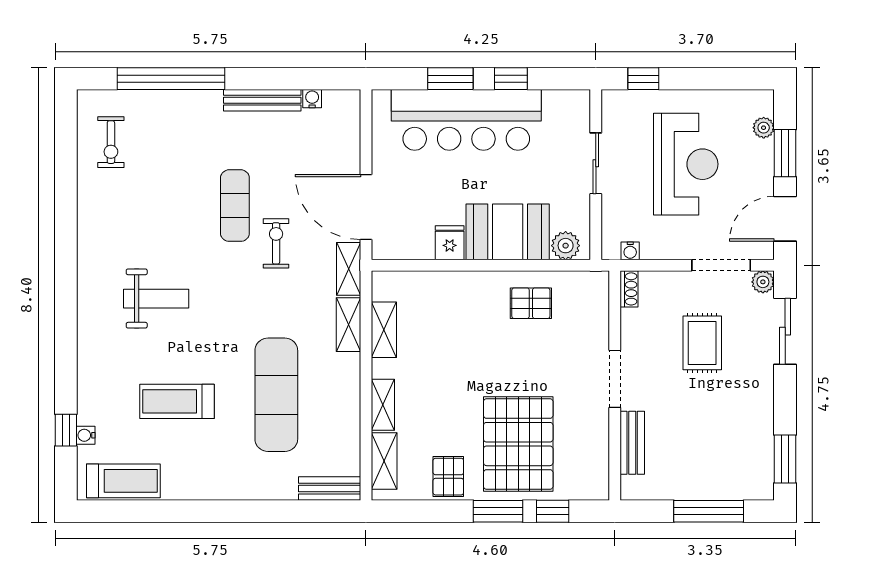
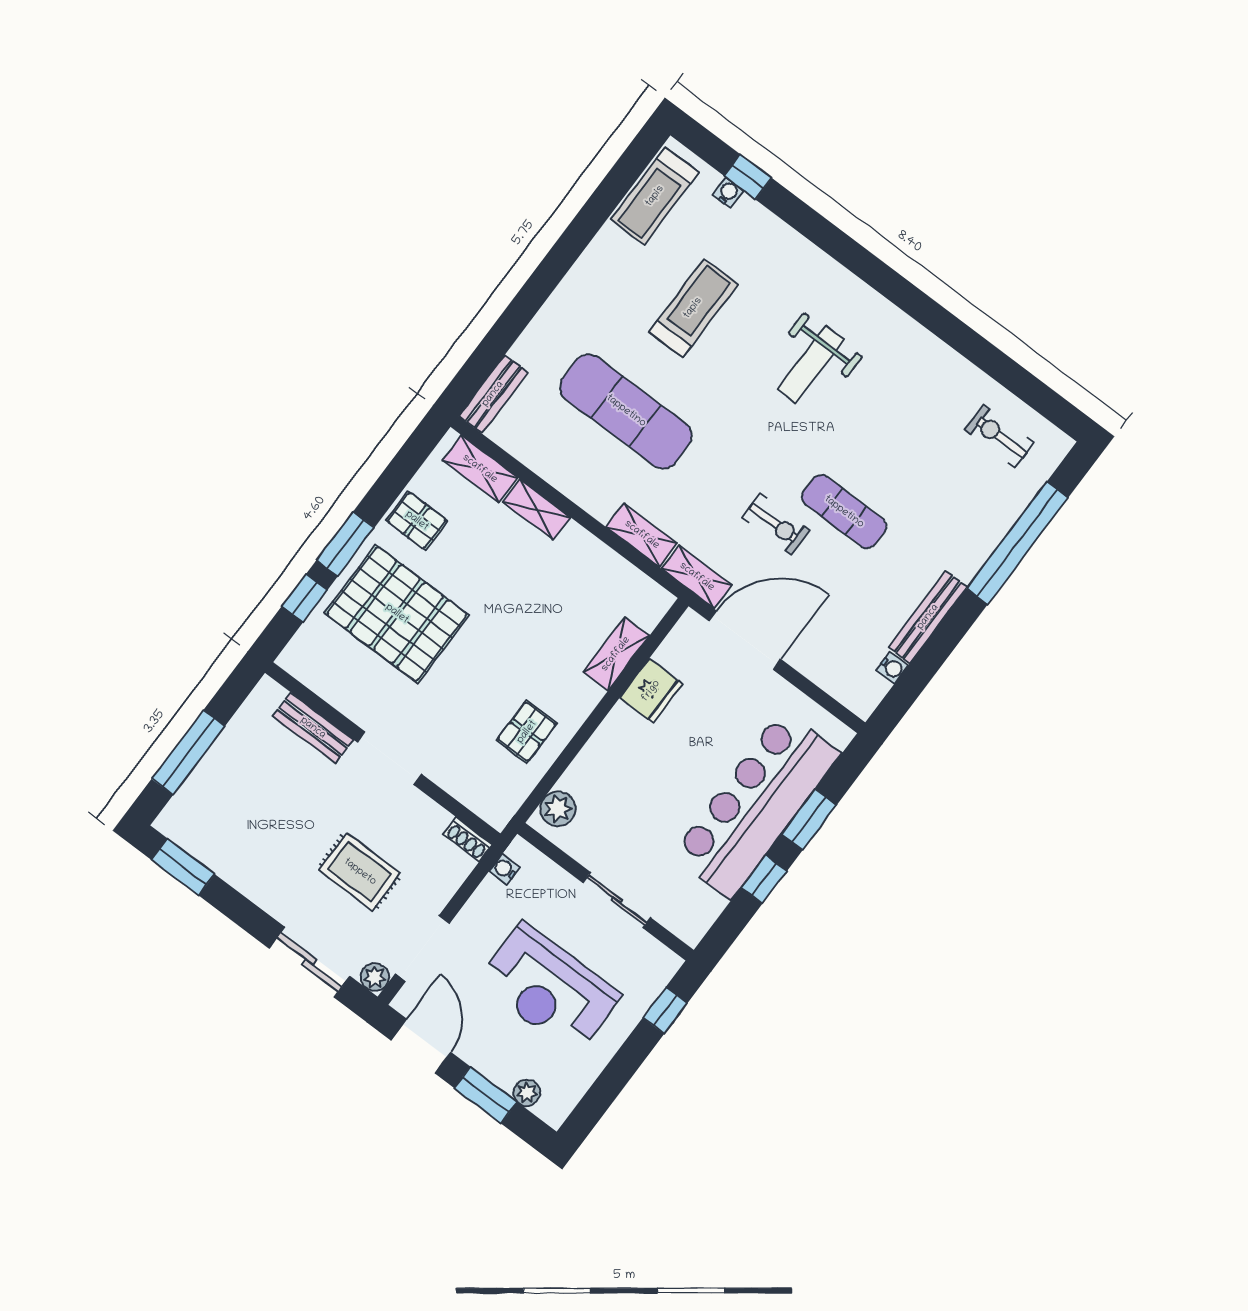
booth: (508, 232) -> (615, 762), removed
fridge: (450, 243) -> (651, 691), width x1.38
shelving: (384, 330) -> (616, 654), moved, turned 90

